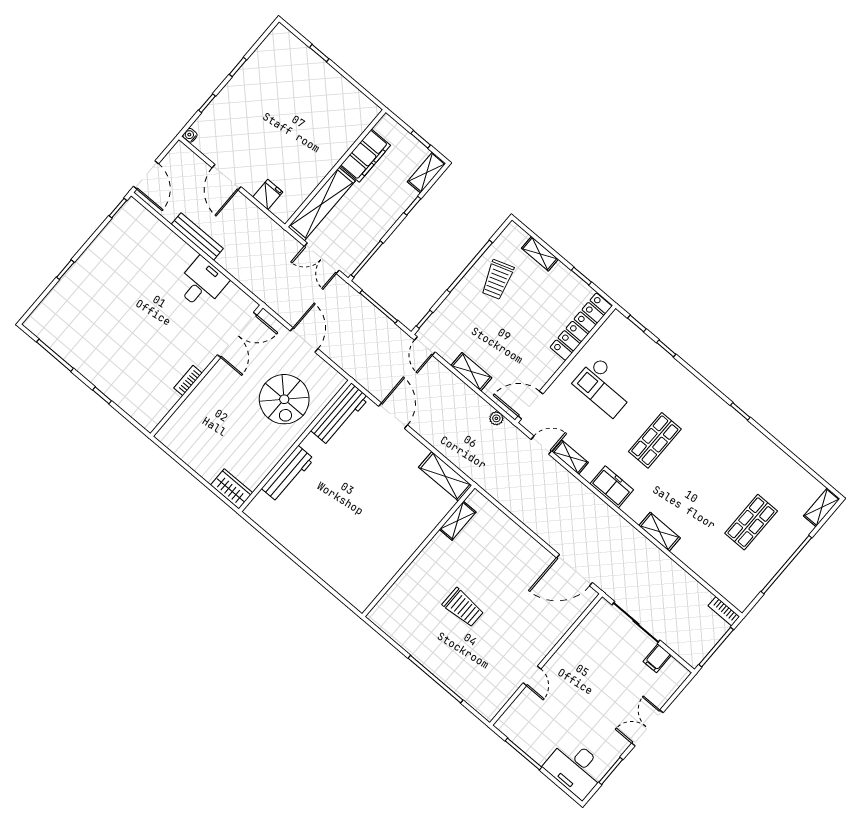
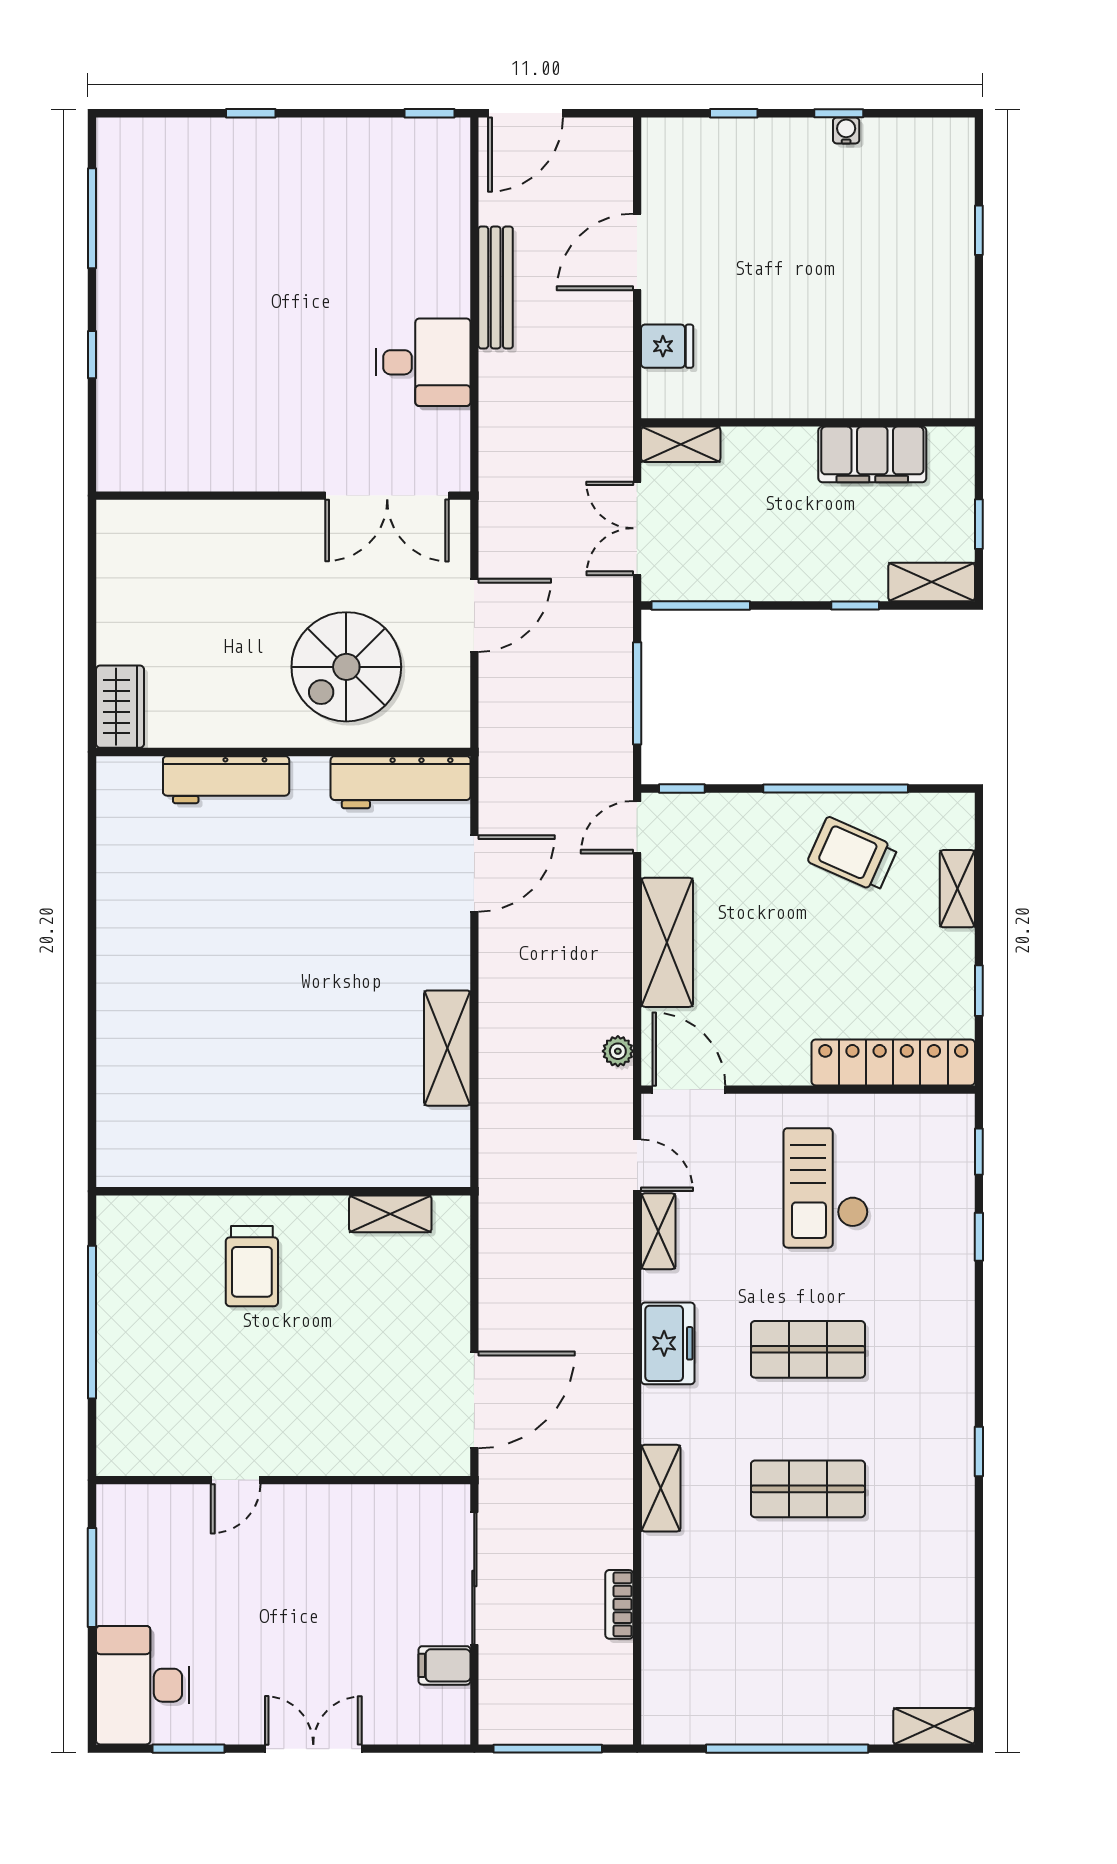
water cooler: (190, 135) -> (846, 130), moved
shelving: (322, 204) -> (681, 444), width x0.45, depth x0.75
trolley: (497, 280) -> (853, 854), turned 43
shelving: (471, 372) -> (667, 942), width x1.50, depth x1.33
bookcase: (188, 381) -> (240, 478), removed
shelving: (458, 521) -> (390, 1214), moved
shop shelf: (751, 522) -> (808, 1489), moved
wall: (418, 551) -> (283, 1191), moved
door: (574, 570) -> (474, 1400), swing flipped
bookcase: (724, 611) -> (619, 1604), moved

